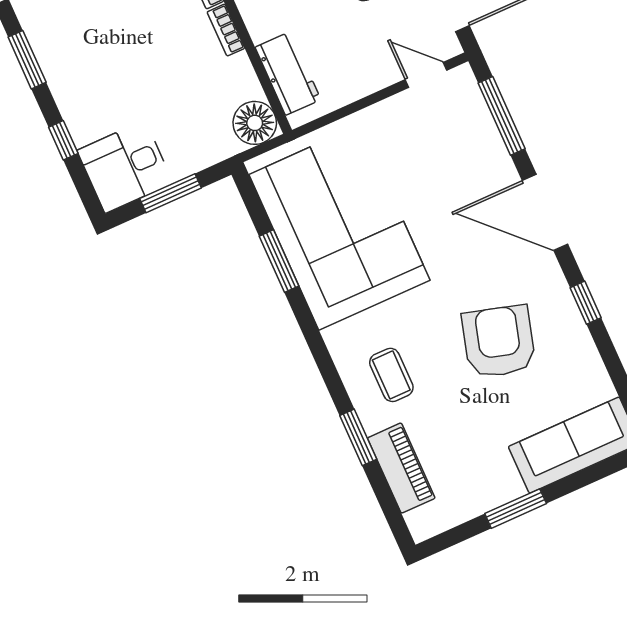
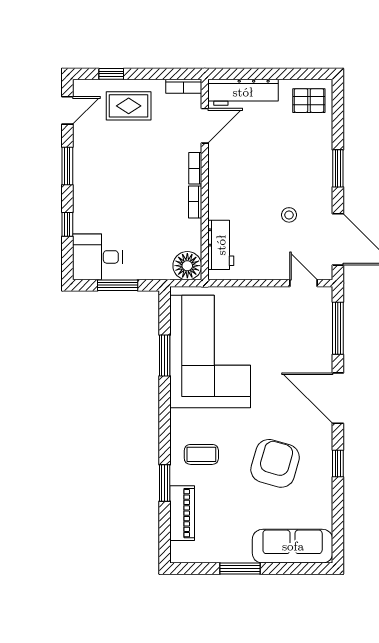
coffee table: (391, 375) -> (201, 454), turned 90

